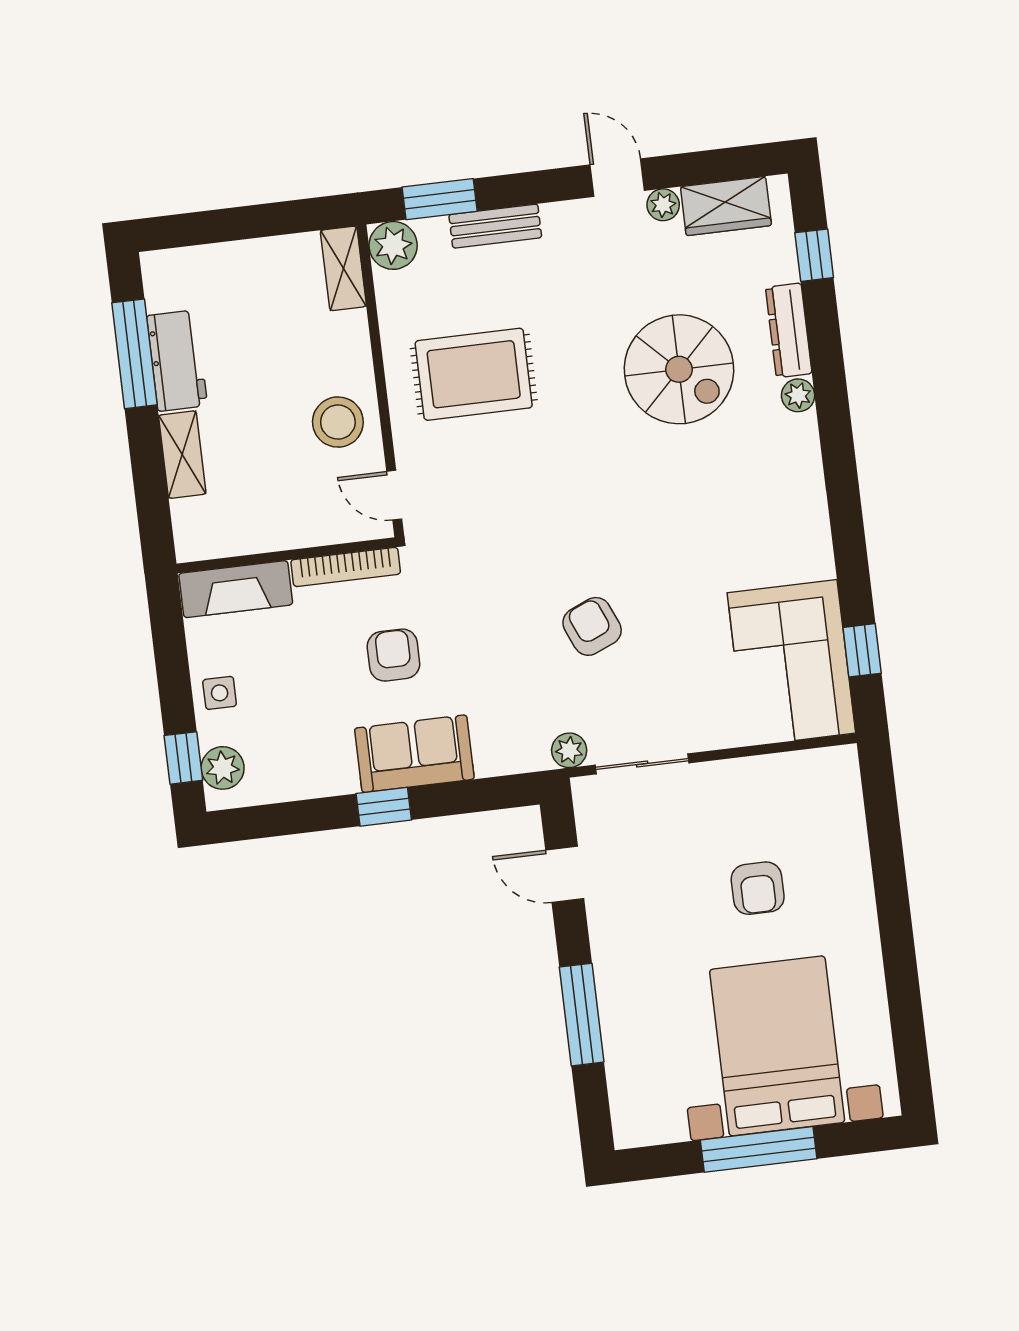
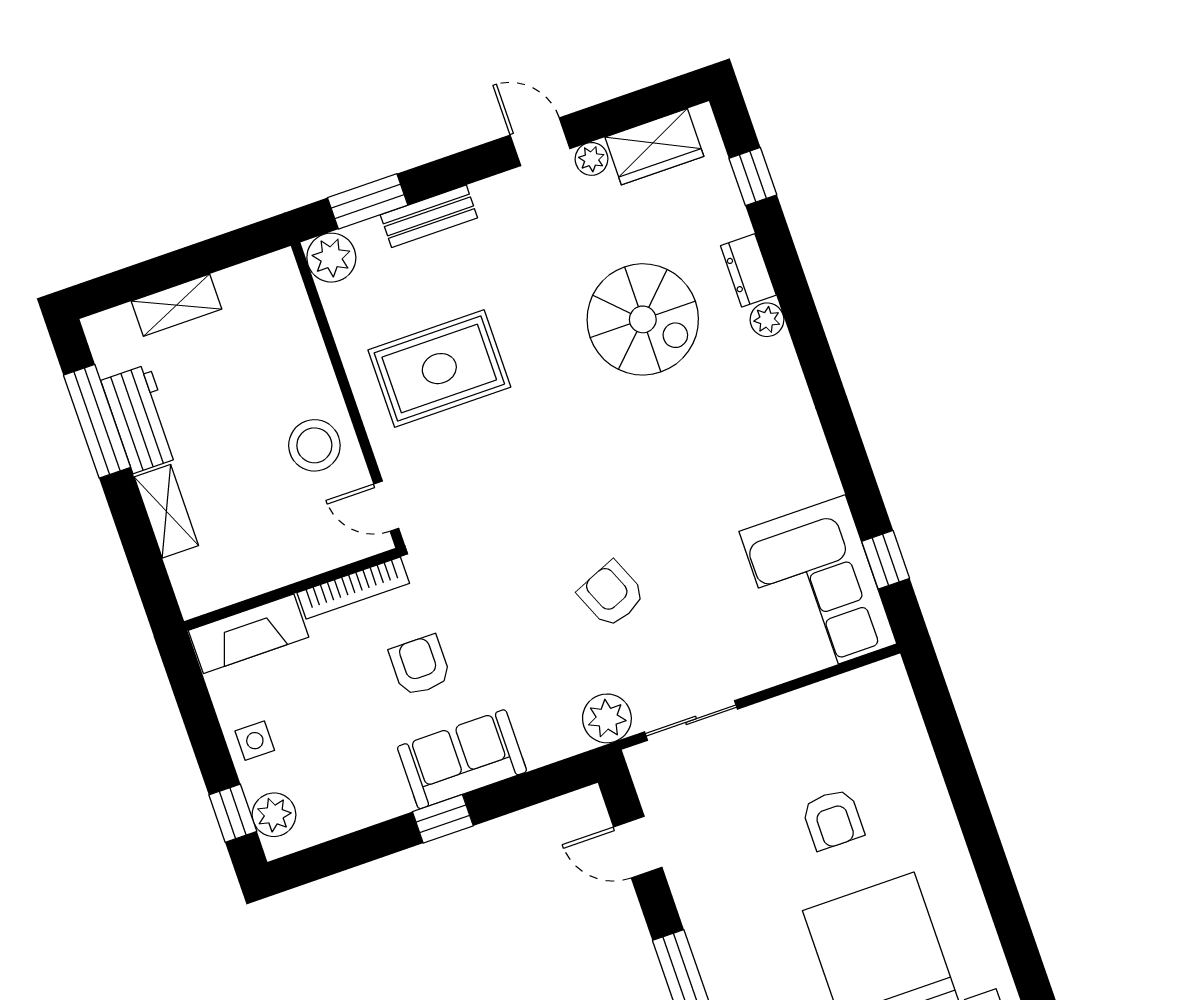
shelving: (343, 268) -> (176, 305), moved, turned 90
dresser: (789, 330) -> (748, 270), width x0.70
plant: (569, 750) -> (607, 718), width x1.38, depth x1.38

